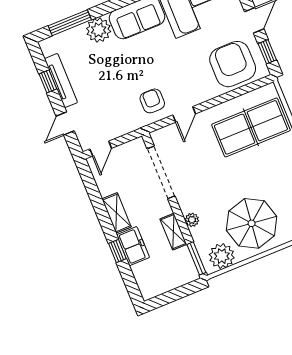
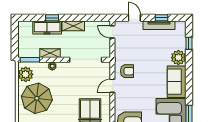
window: (70, 23) -> (189, 43), width x0.46
door: (184, 114) -> (112, 86), hinge flipped
freezer: (133, 246) -> (47, 28), width x1.40

